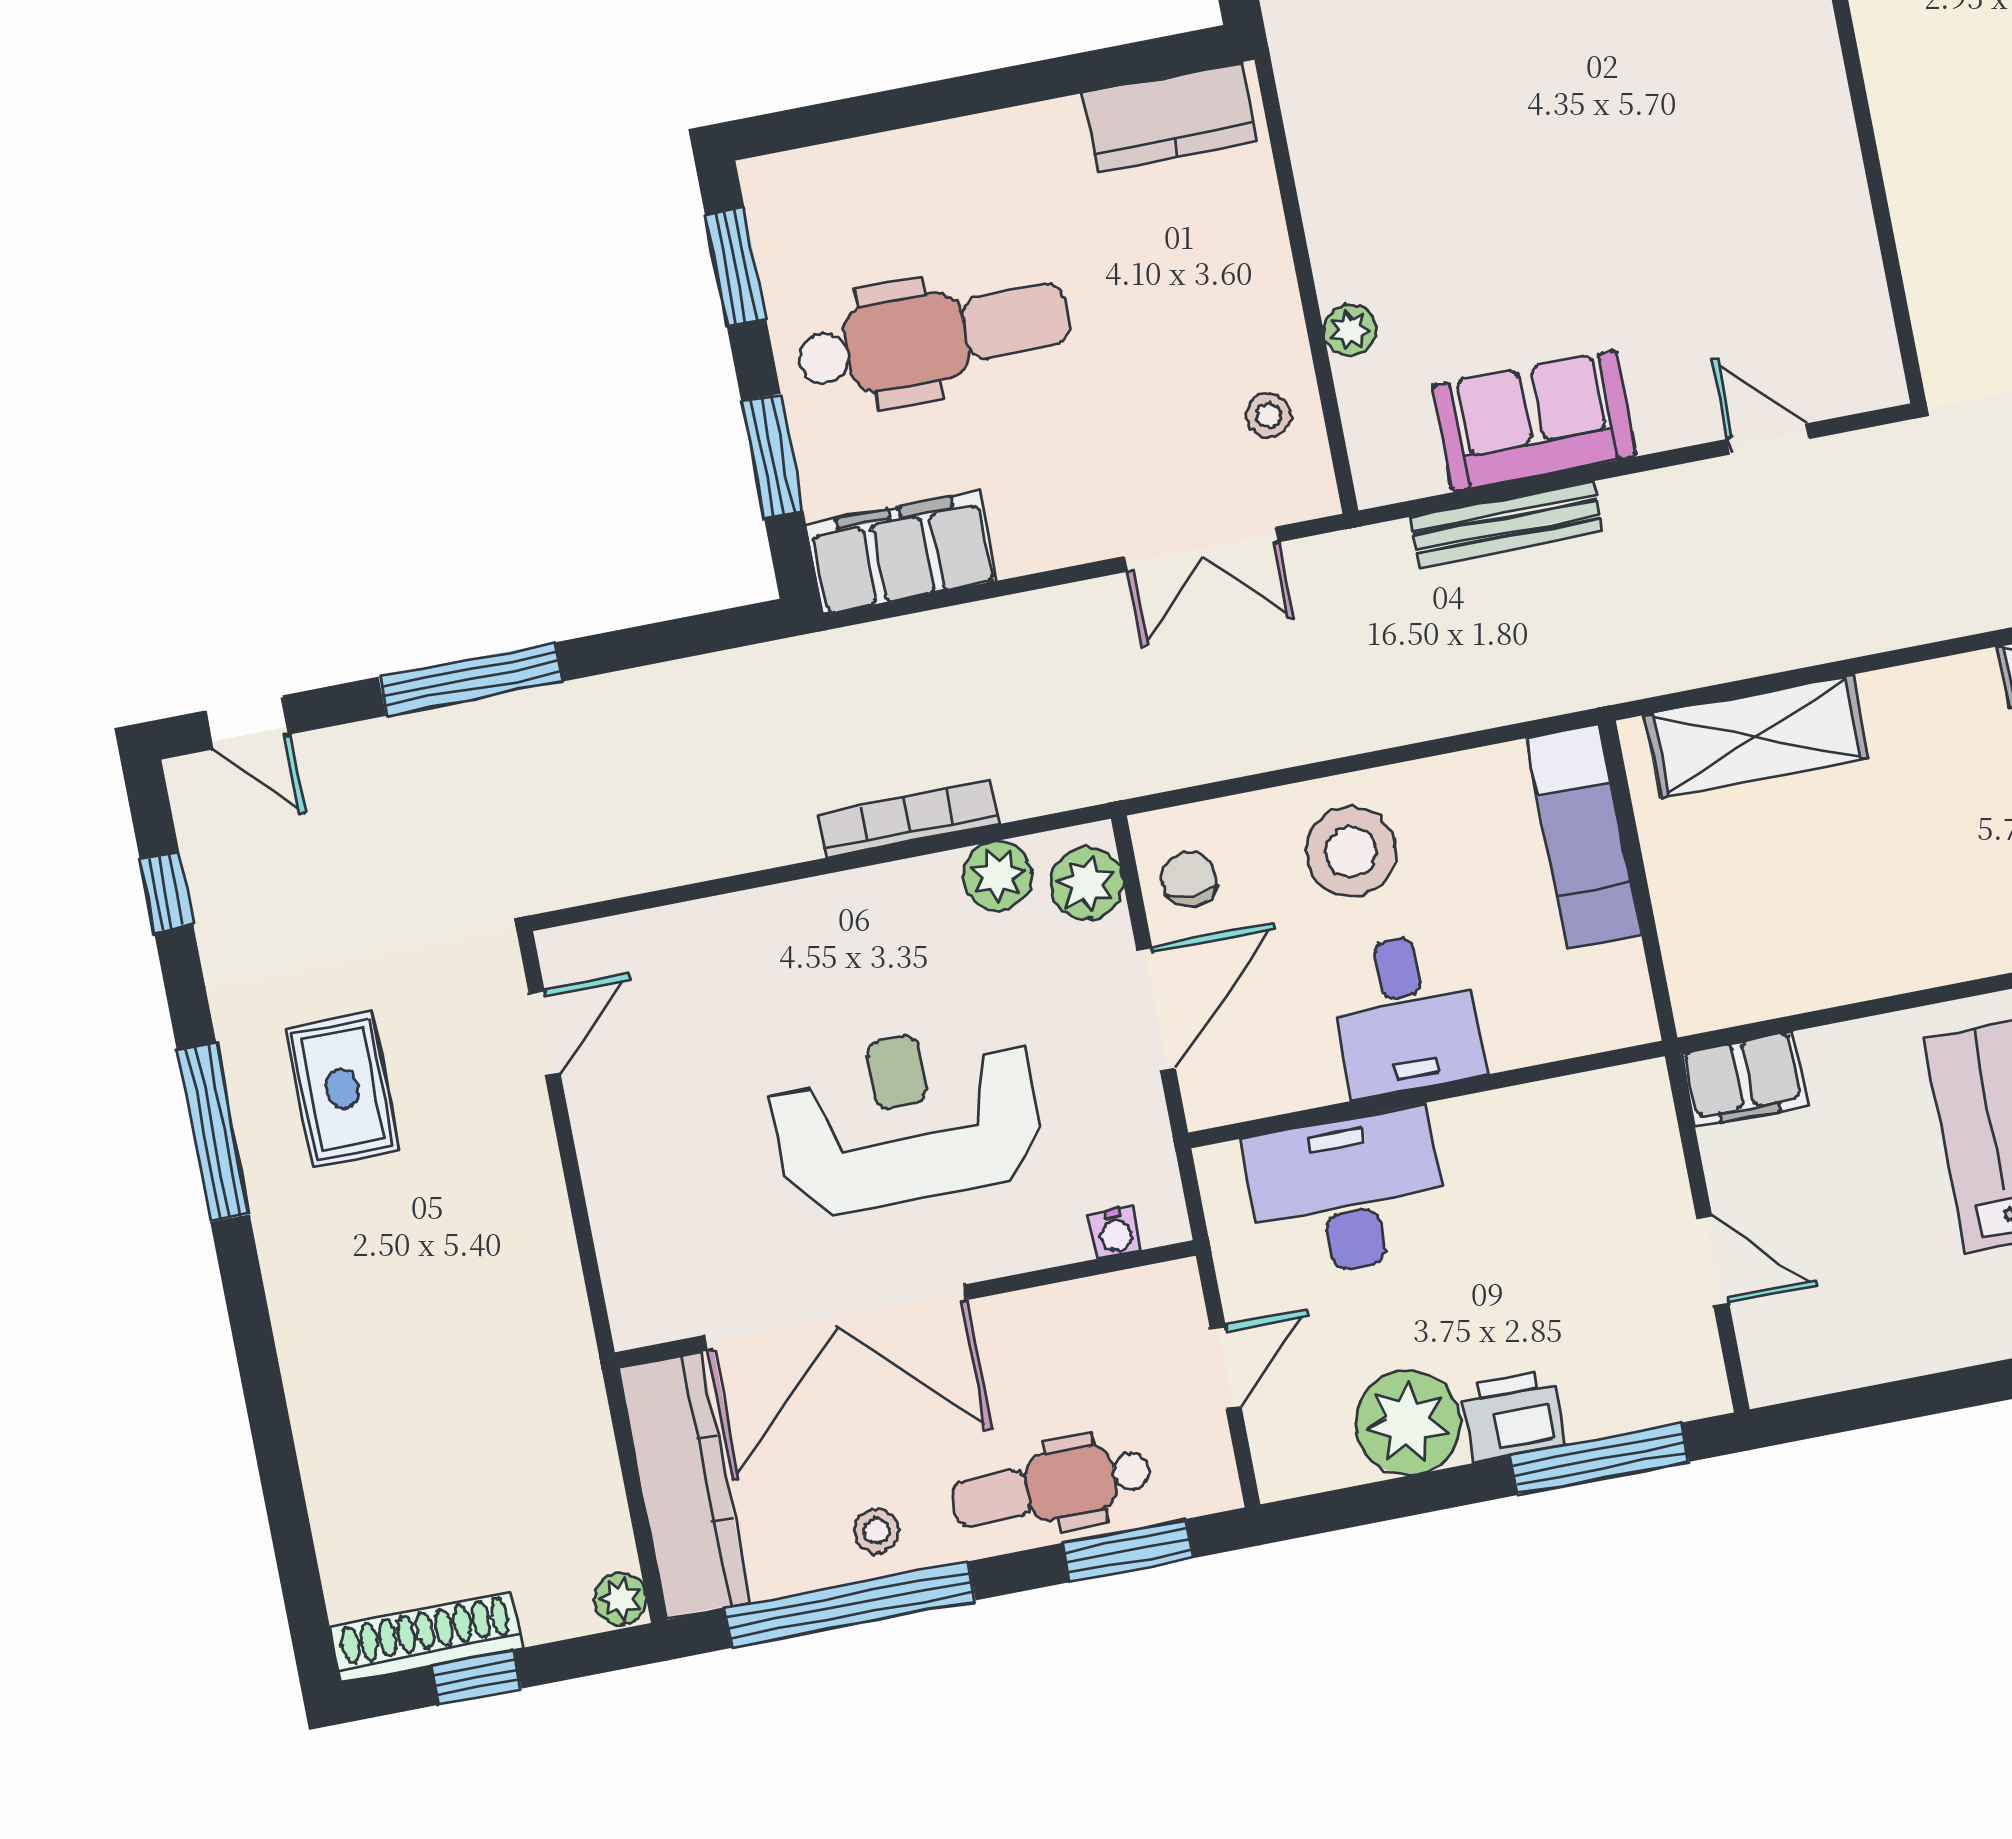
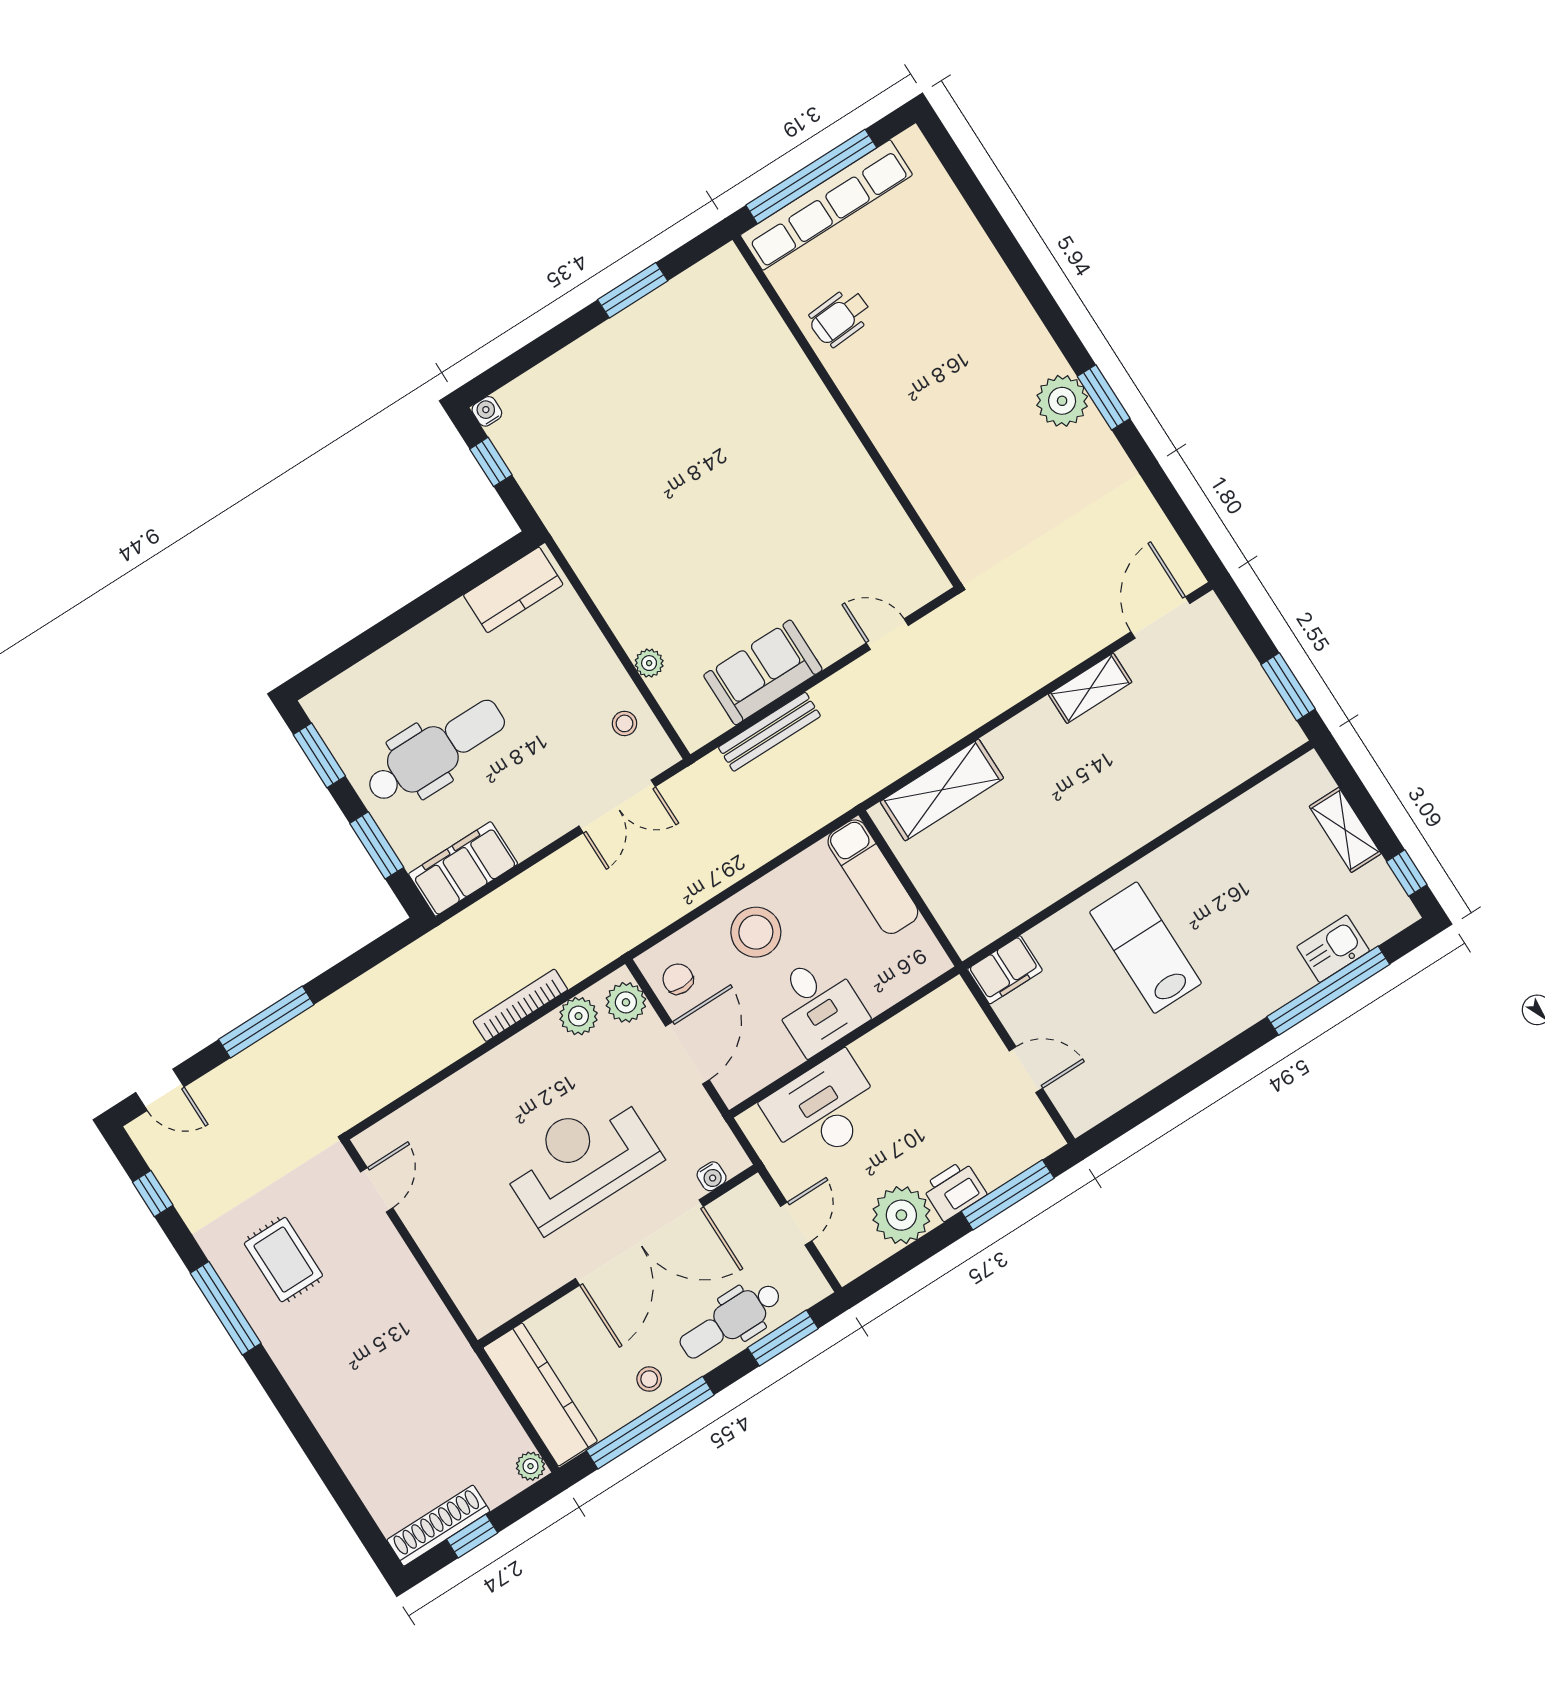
double door: (836, 1318) -> (639, 1242), moved

